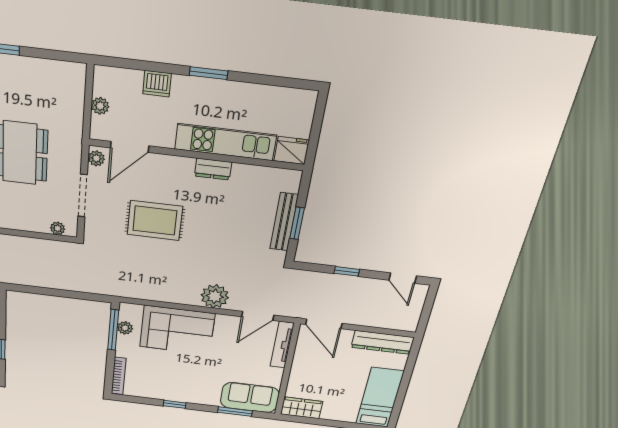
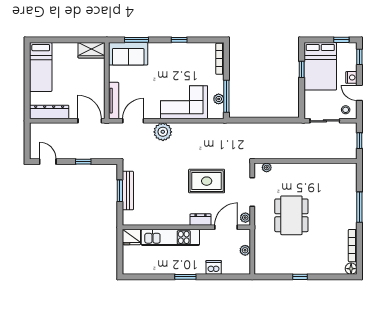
dresser: (213, 169) -> (201, 220), moved

